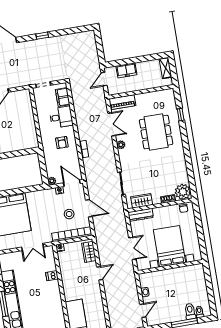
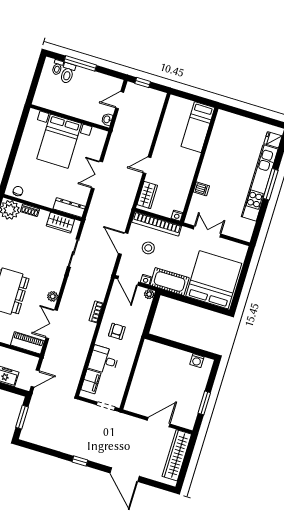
window: (100, 47) -> (22, 417), added
cot: (42, 197) -> (170, 282), added
bed with nightstands: (170, 246) -> (59, 141), moved
wall: (170, 267) -> (70, 118), moved

